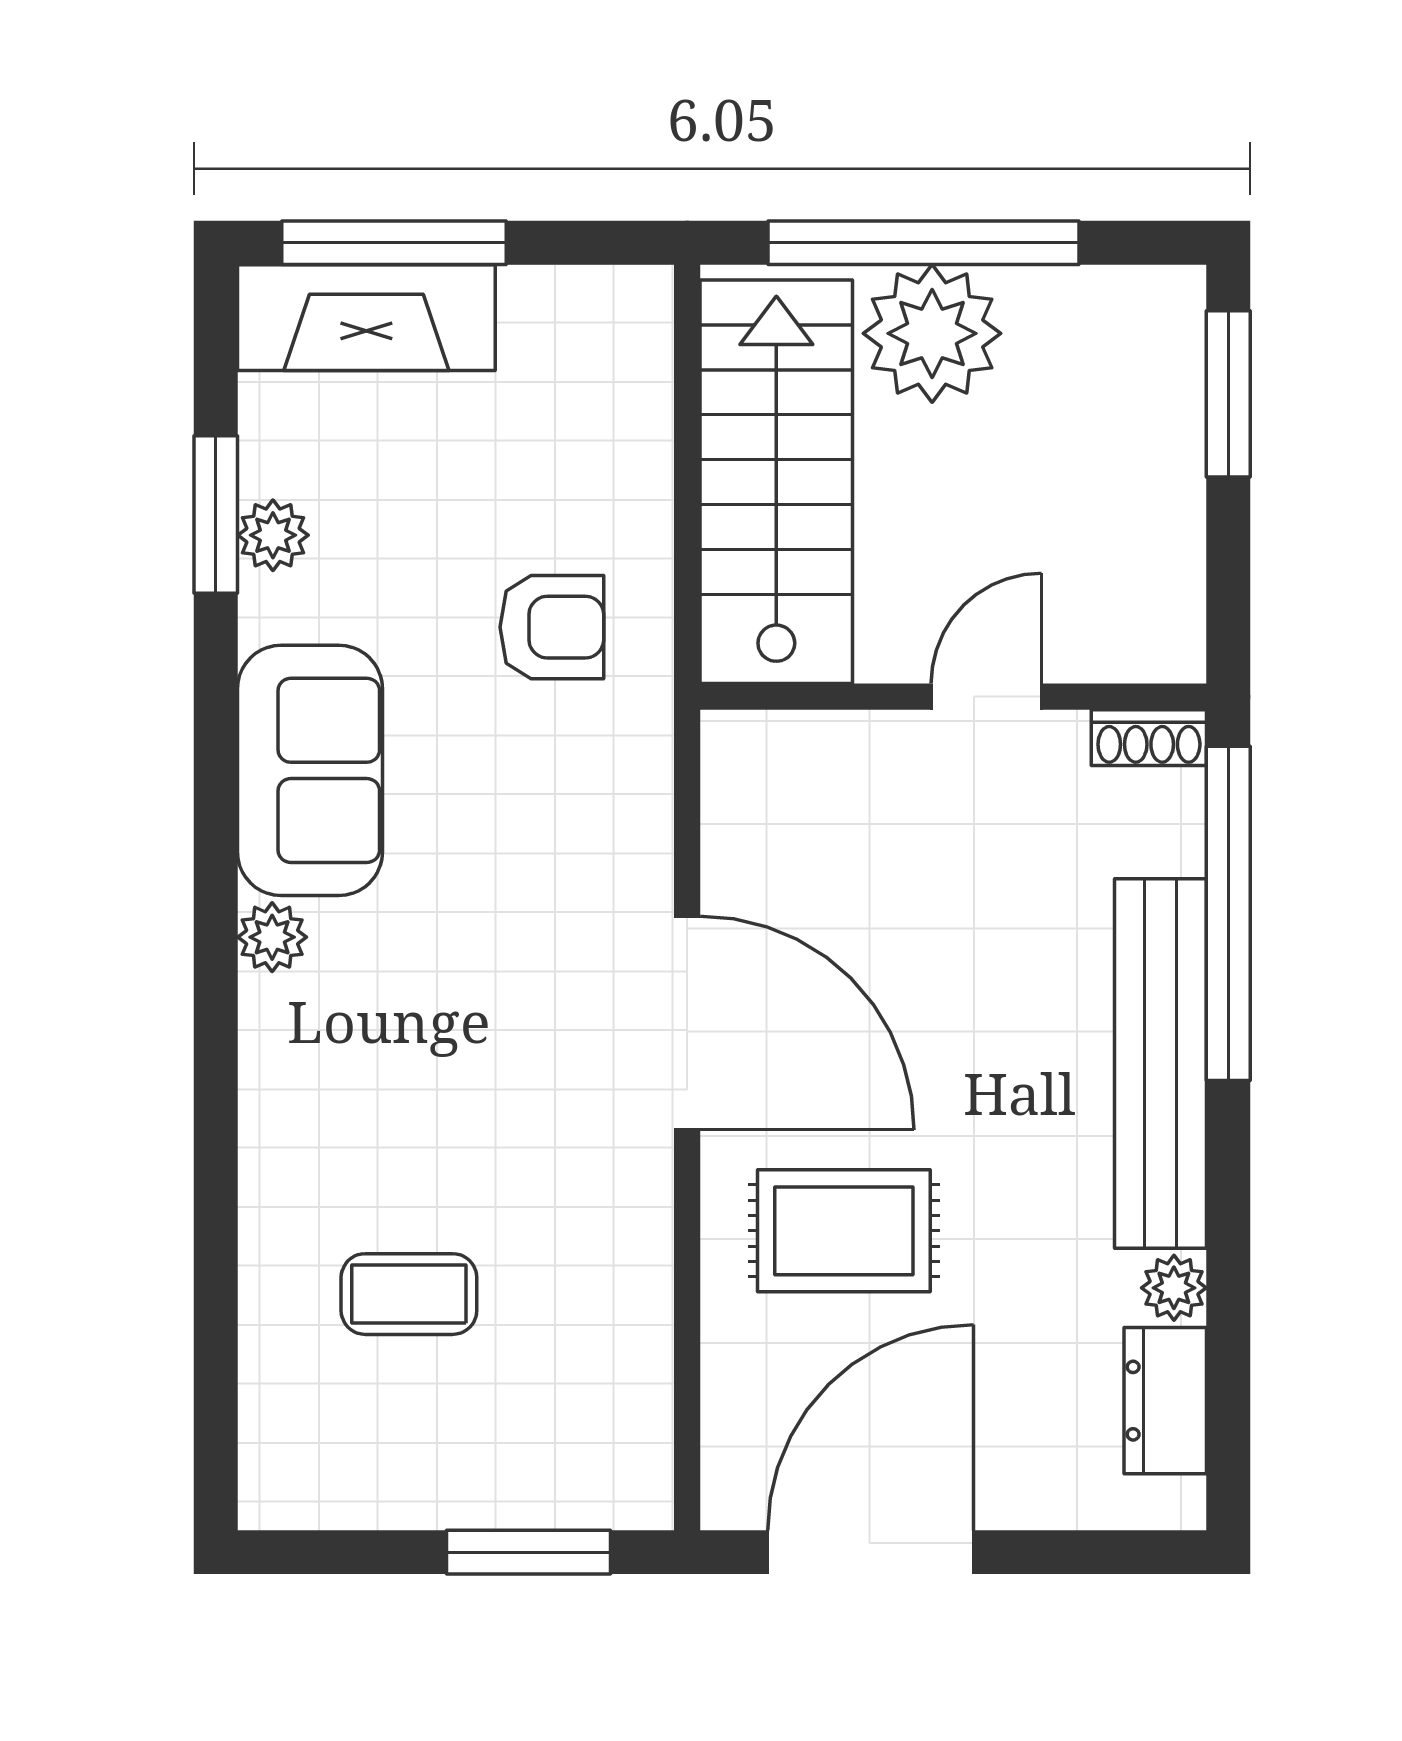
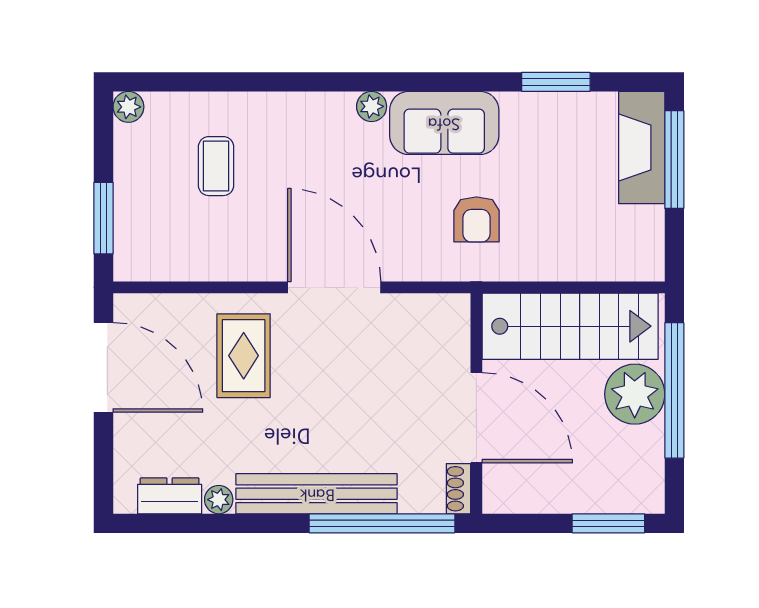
plant: (273, 535) -> (128, 107), moved
armchair: (552, 627) -> (476, 219), moved
door: (986, 697) -> (476, 418), width x1.87
door: (687, 1023) -> (334, 287), swing flipped

